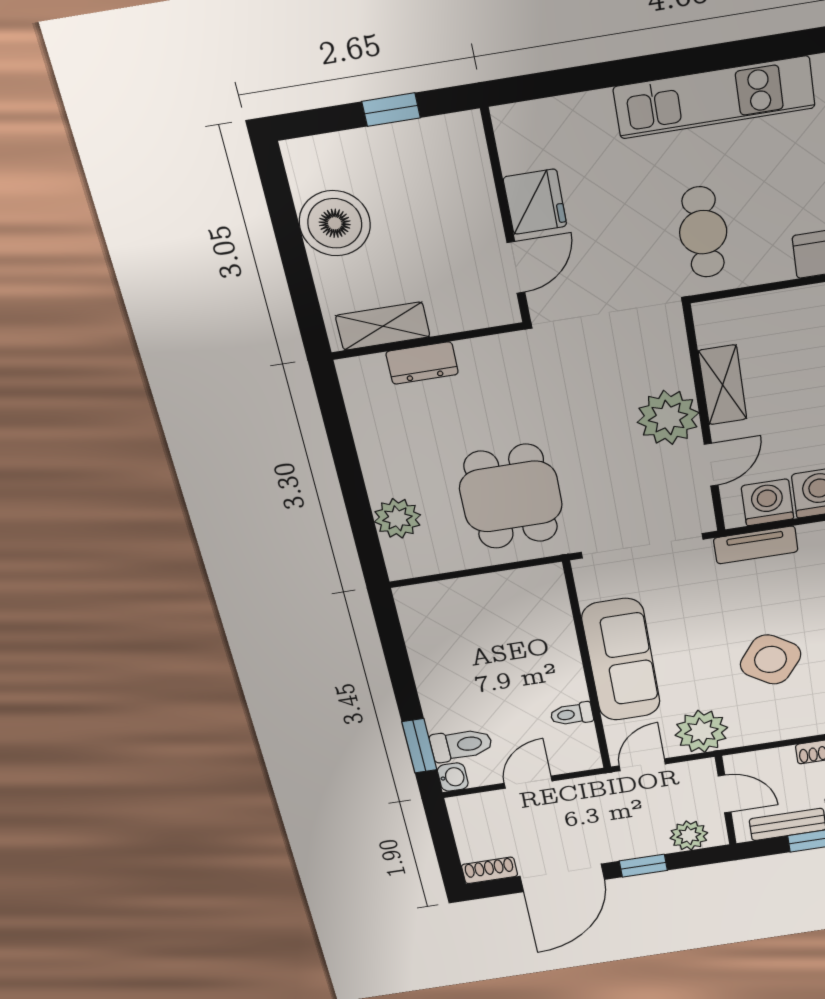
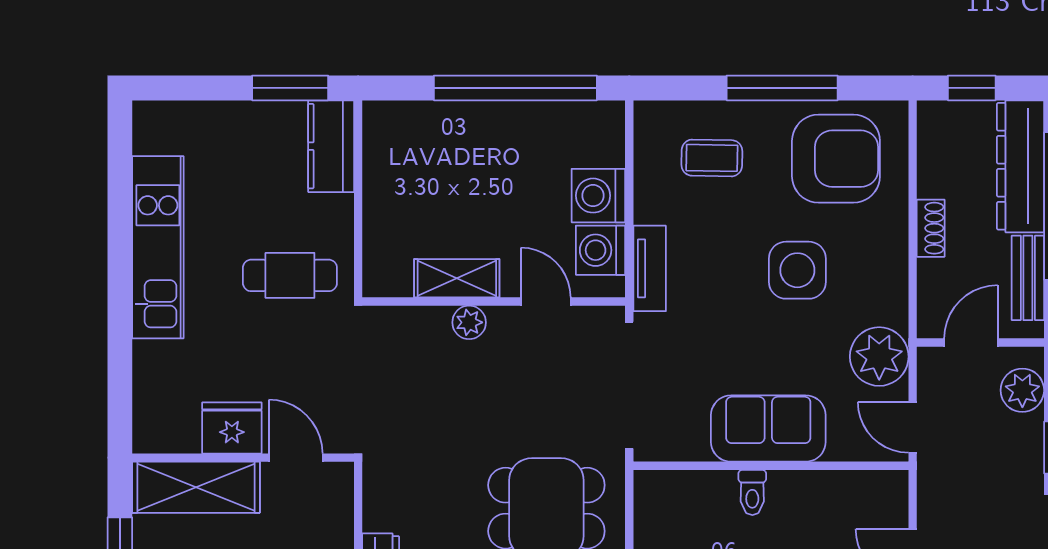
shelving: (466, 177) -> (196, 487), added
plant: (668, 418) -> (469, 322), width x0.53, depth x0.53
side table: (771, 659) -> (797, 270), turned -35
sofa: (621, 660) -> (768, 429), width x0.73
toilet: (572, 714) -> (752, 492), moved

